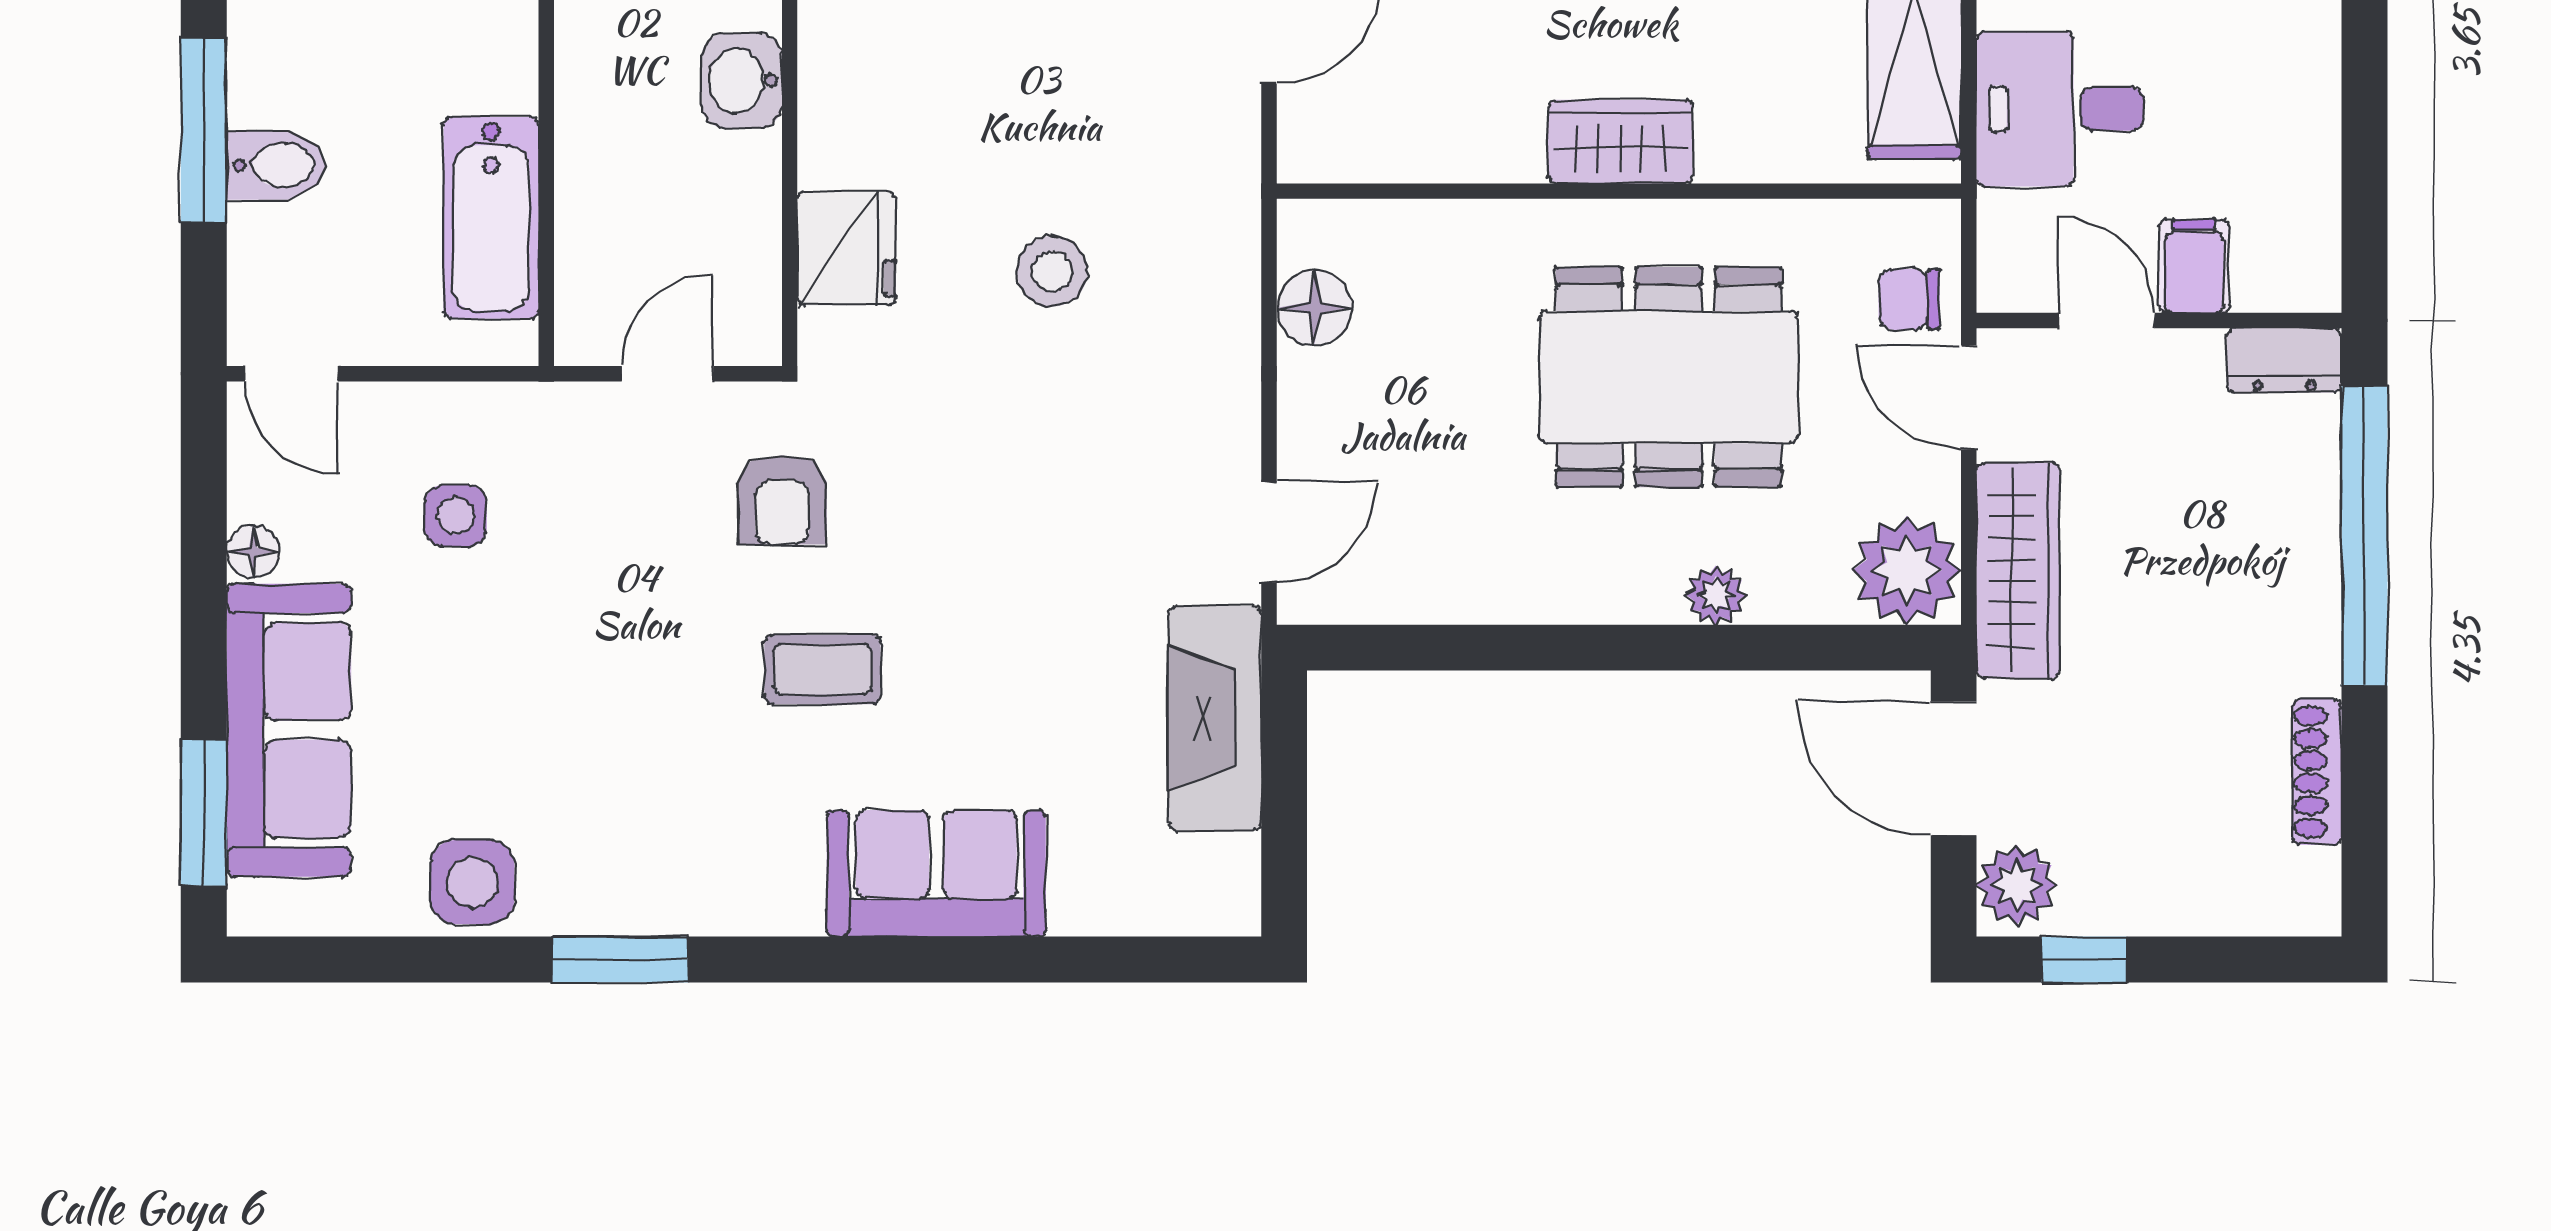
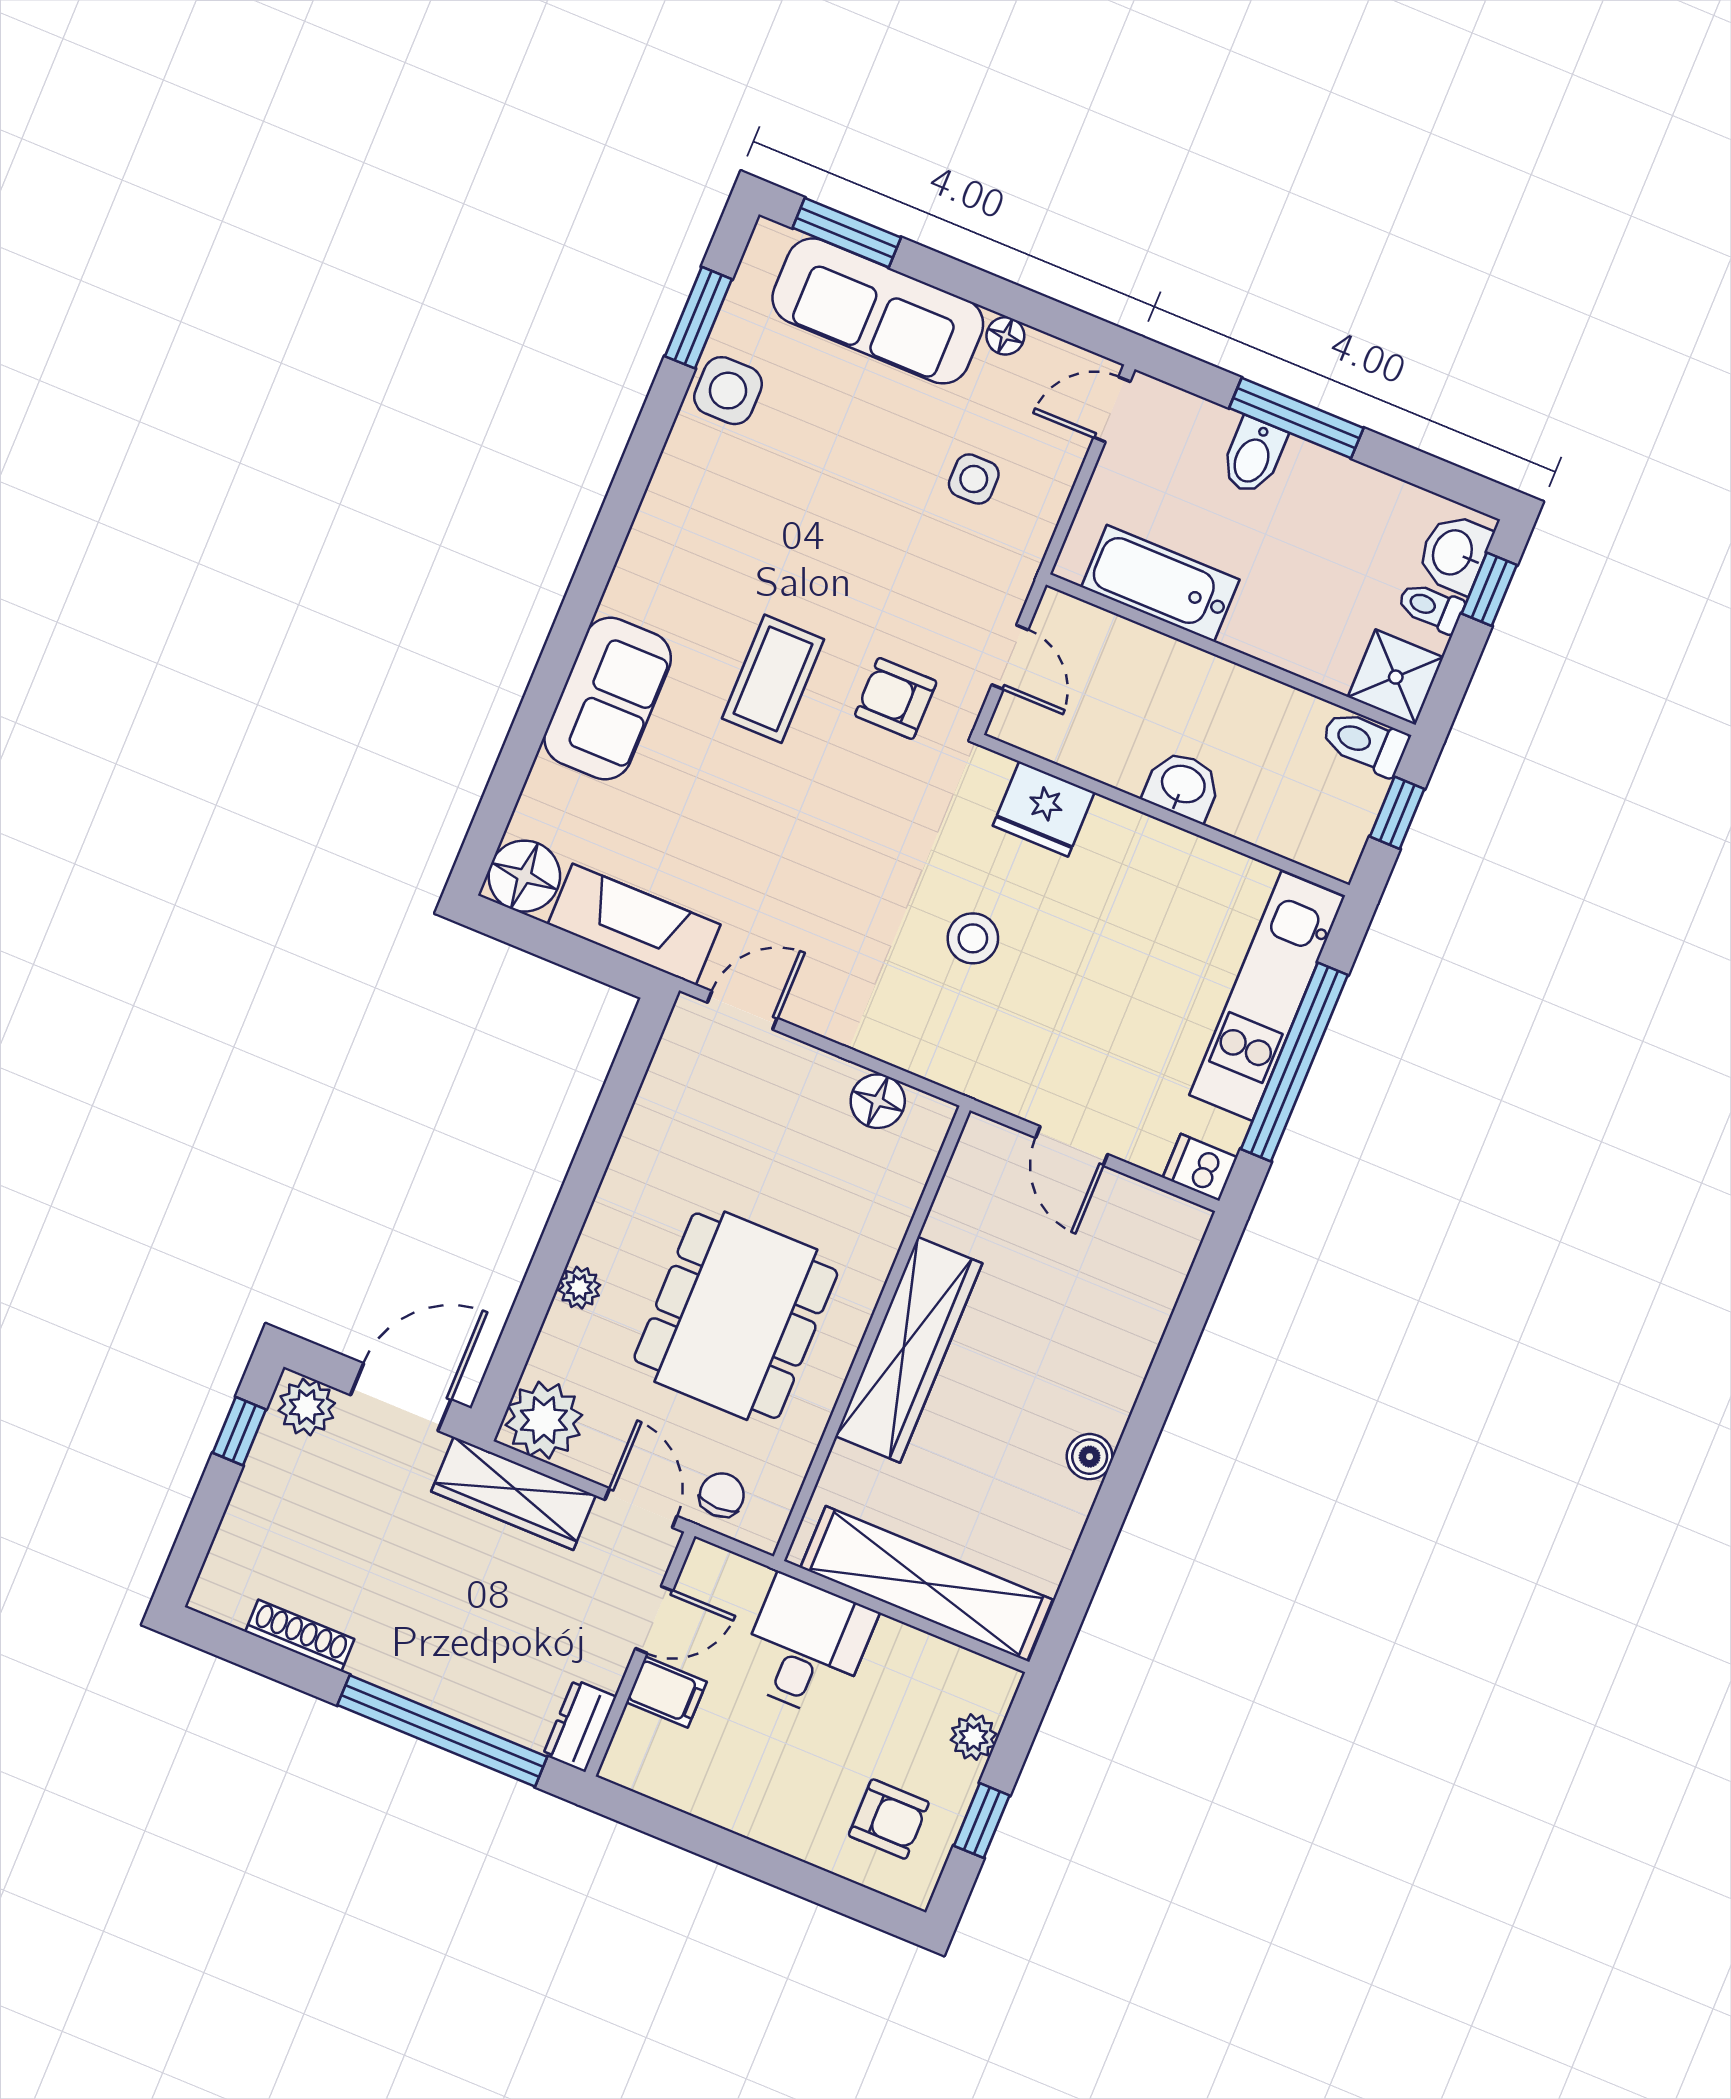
wardrobe: (1620, 142) -> (909, 1350), width x2.10, depth x1.17
door: (1969, 397) -> (641, 1508), hinge flipped
door: (1269, 532) -> (742, 1010), swing flipped
coffee table: (822, 669) -> (773, 679), width x1.36, depth x1.30
floor lamp: (1211, 887) -> (524, 876), added
window: (620, 960) -> (698, 318), moved

